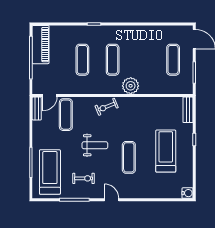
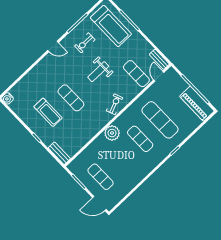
exercise mat: (82, 60) -> (160, 120), width x1.36, depth x1.45
treadmill: (166, 151) -> (48, 112), width x0.73, depth x0.73
exercise mat: (129, 157) -> (71, 98), moved

